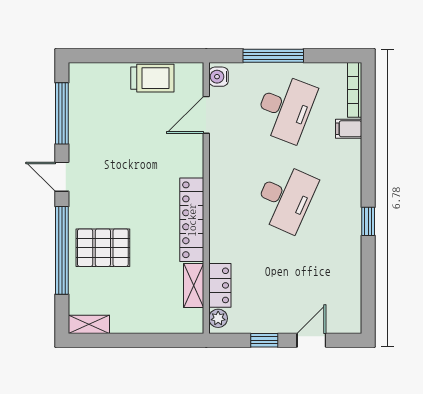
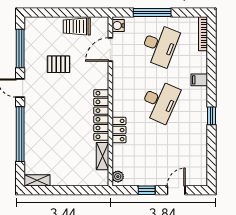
trolley: (152, 78) -> (77, 26), turned 180
filing cabinet: (349, 129) -> (199, 80), moved
pallet: (103, 248) -> (59, 64), moved, width x0.67, depth x0.71
locker: (220, 285) -> (119, 130), moved

